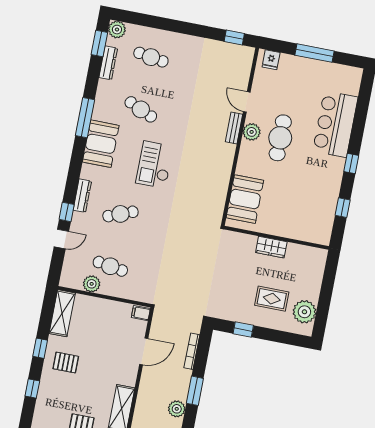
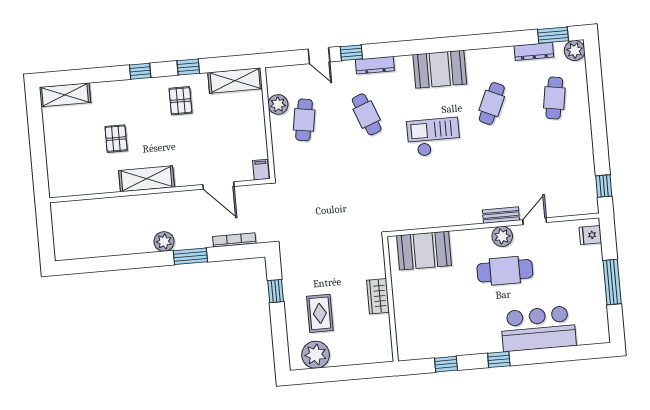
window: (85, 118) -> (464, 43), removed

